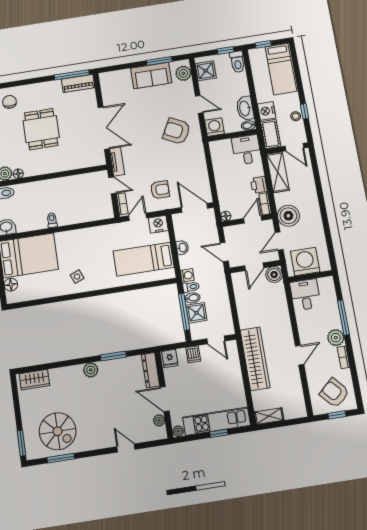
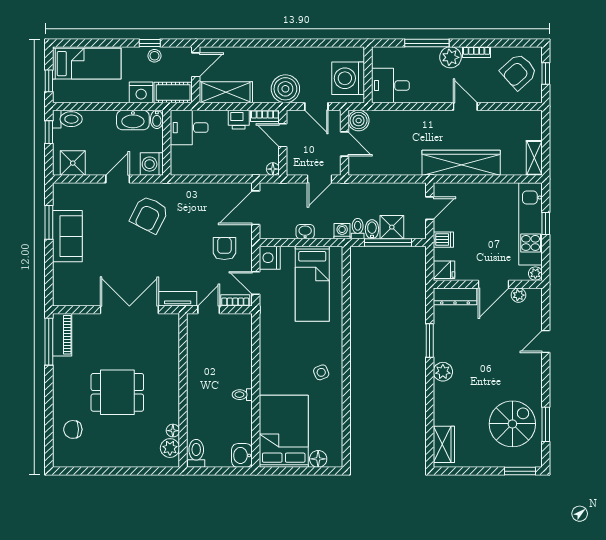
plant: (183, 73) -> (71, 193), removed

